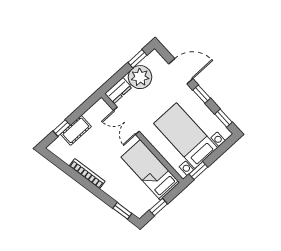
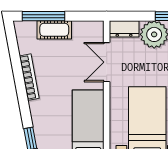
window: (62, 128) -> (43, 16), width x2.17

